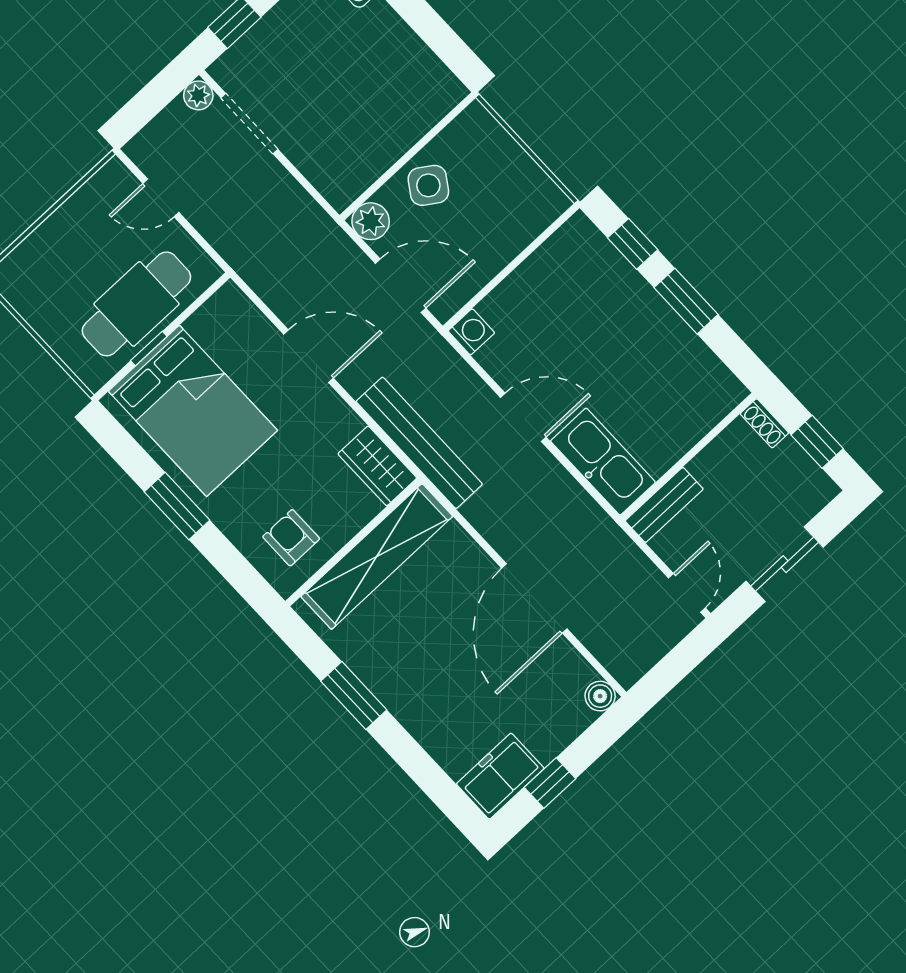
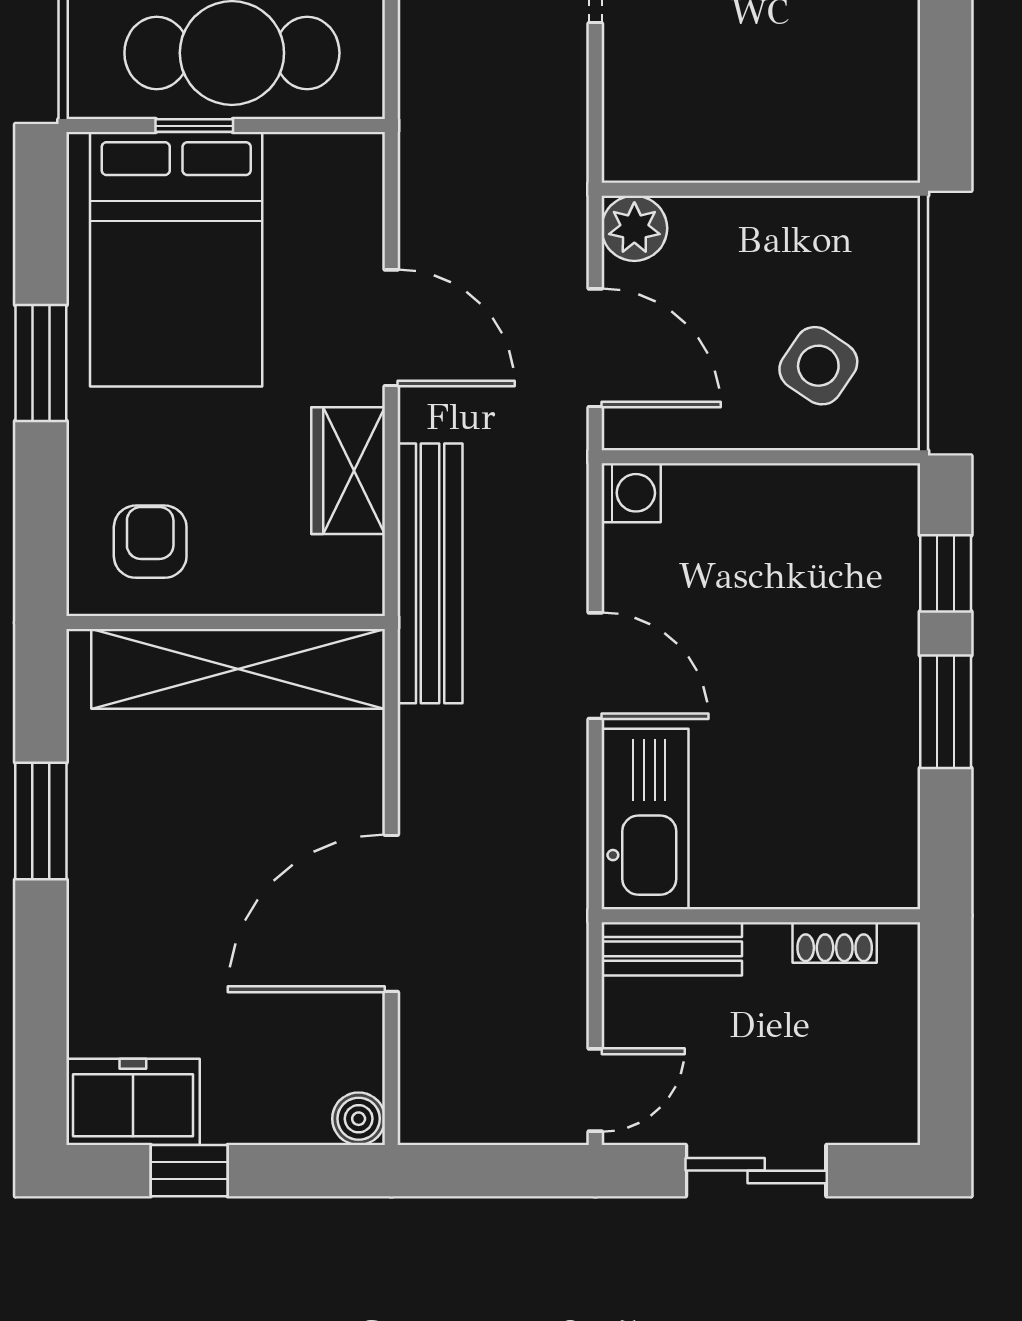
side table: (428, 185) -> (818, 366), moved
shoe rack: (764, 423) -> (835, 942), moved, turned -90
window: (817, 442) -> (946, 1052), removed
wardrobe: (377, 466) -> (348, 471), moved

